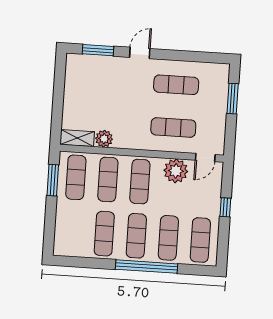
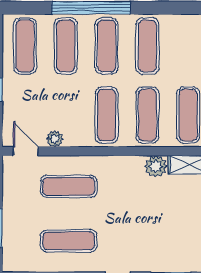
door: (205, 157) -> (26, 151), hinge flipped
plant: (176, 171) -> (55, 139), width x0.53, depth x0.53

